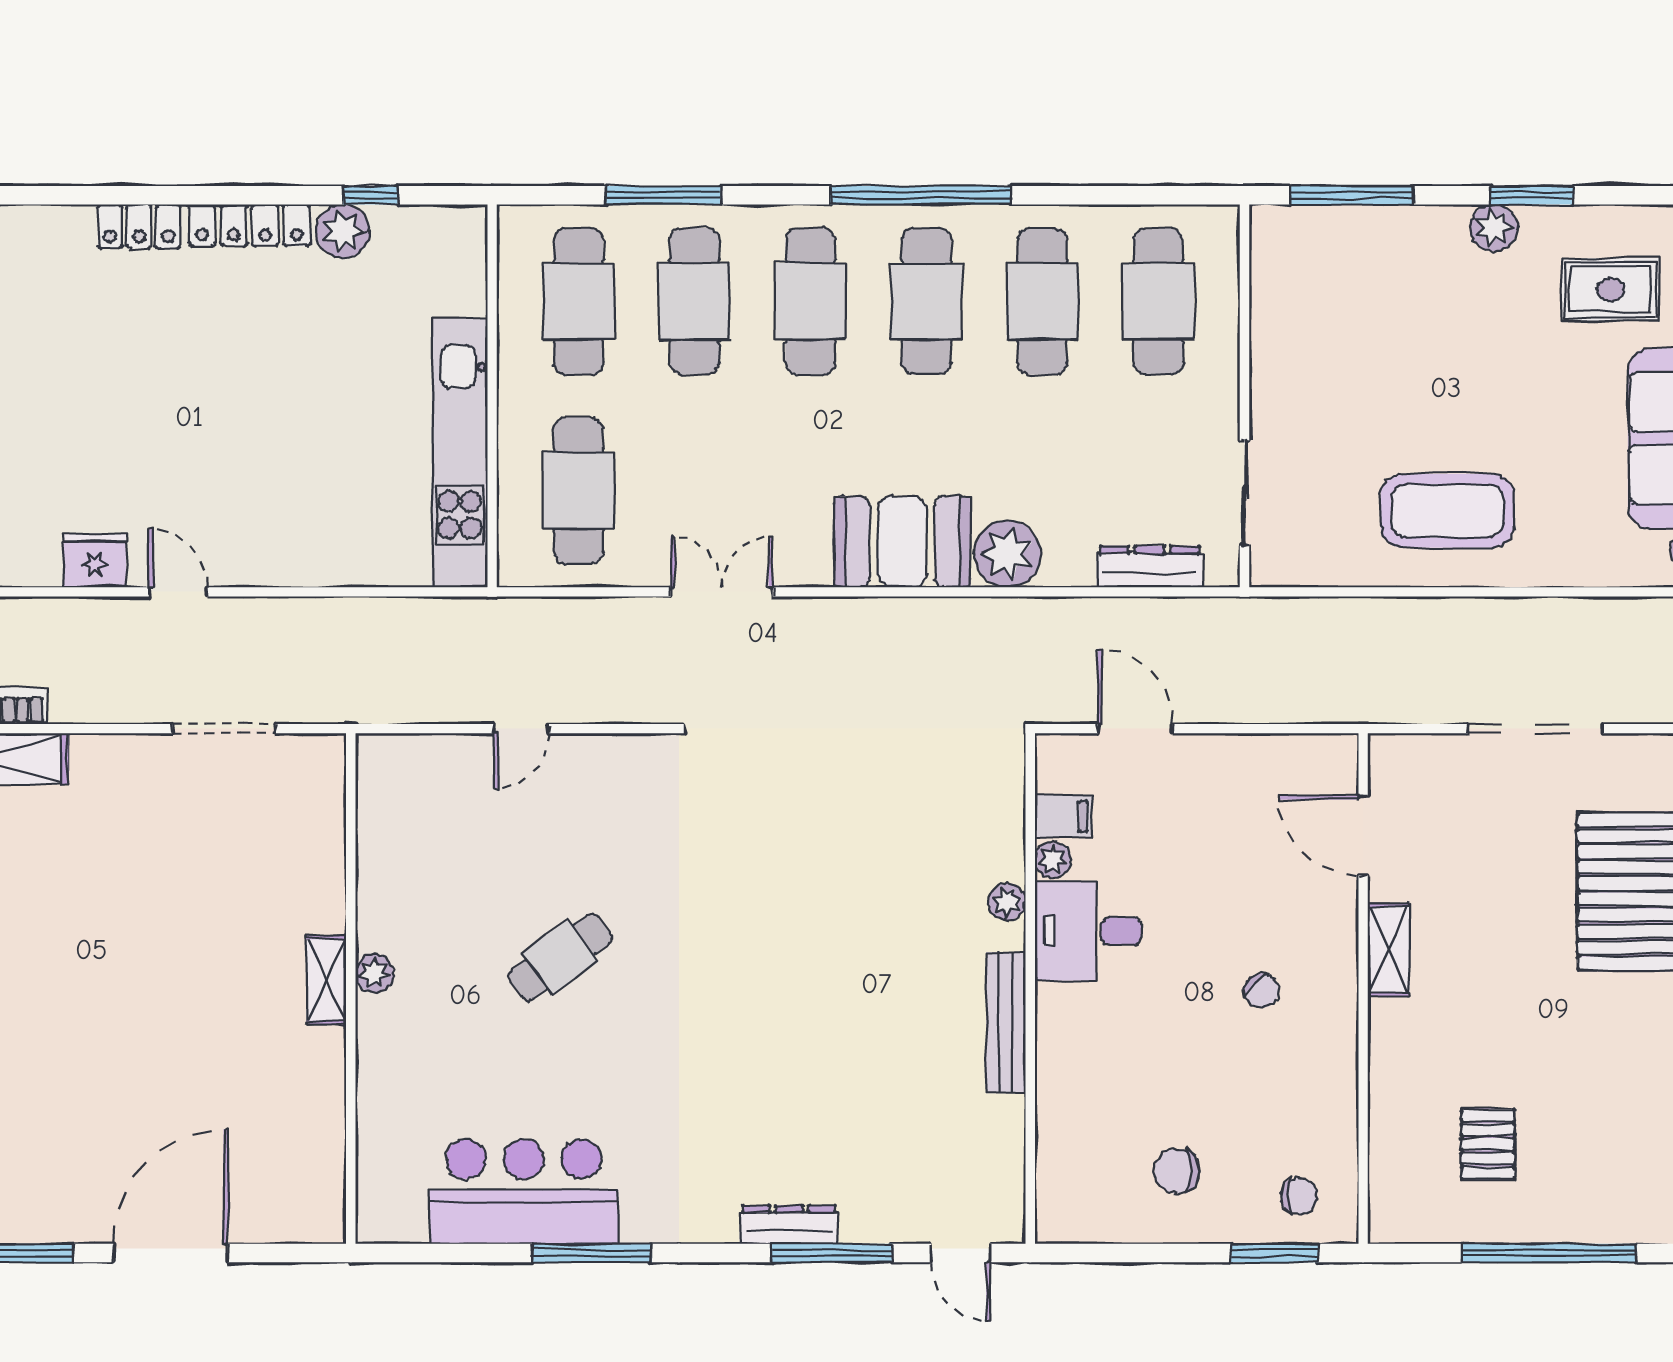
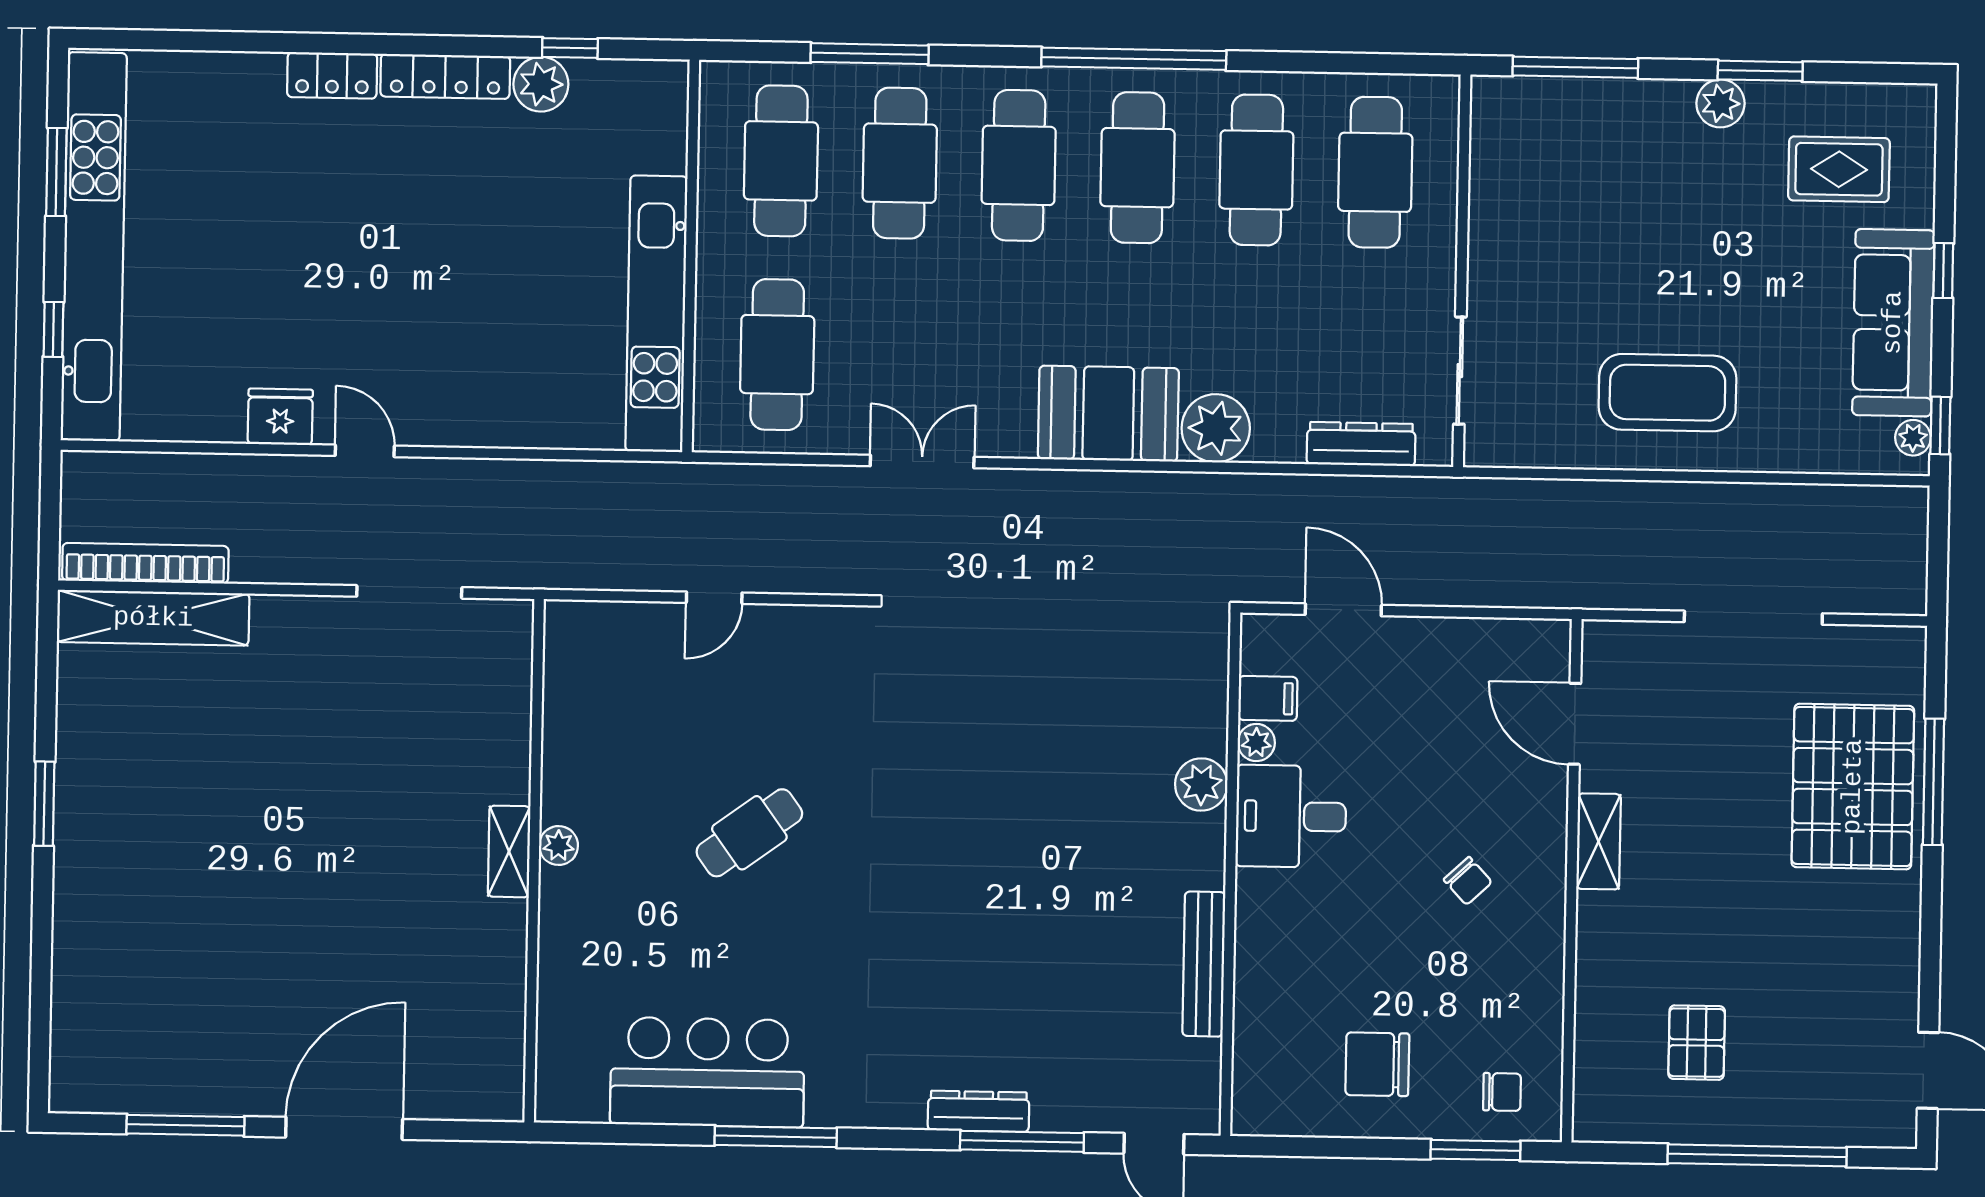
plant: (1007, 902) -> (1201, 784), width x1.38, depth x1.38
bench: (1006, 1023) -> (1204, 964), moved
chair: (1177, 1171) -> (1377, 1064), width x1.37, depth x1.37

